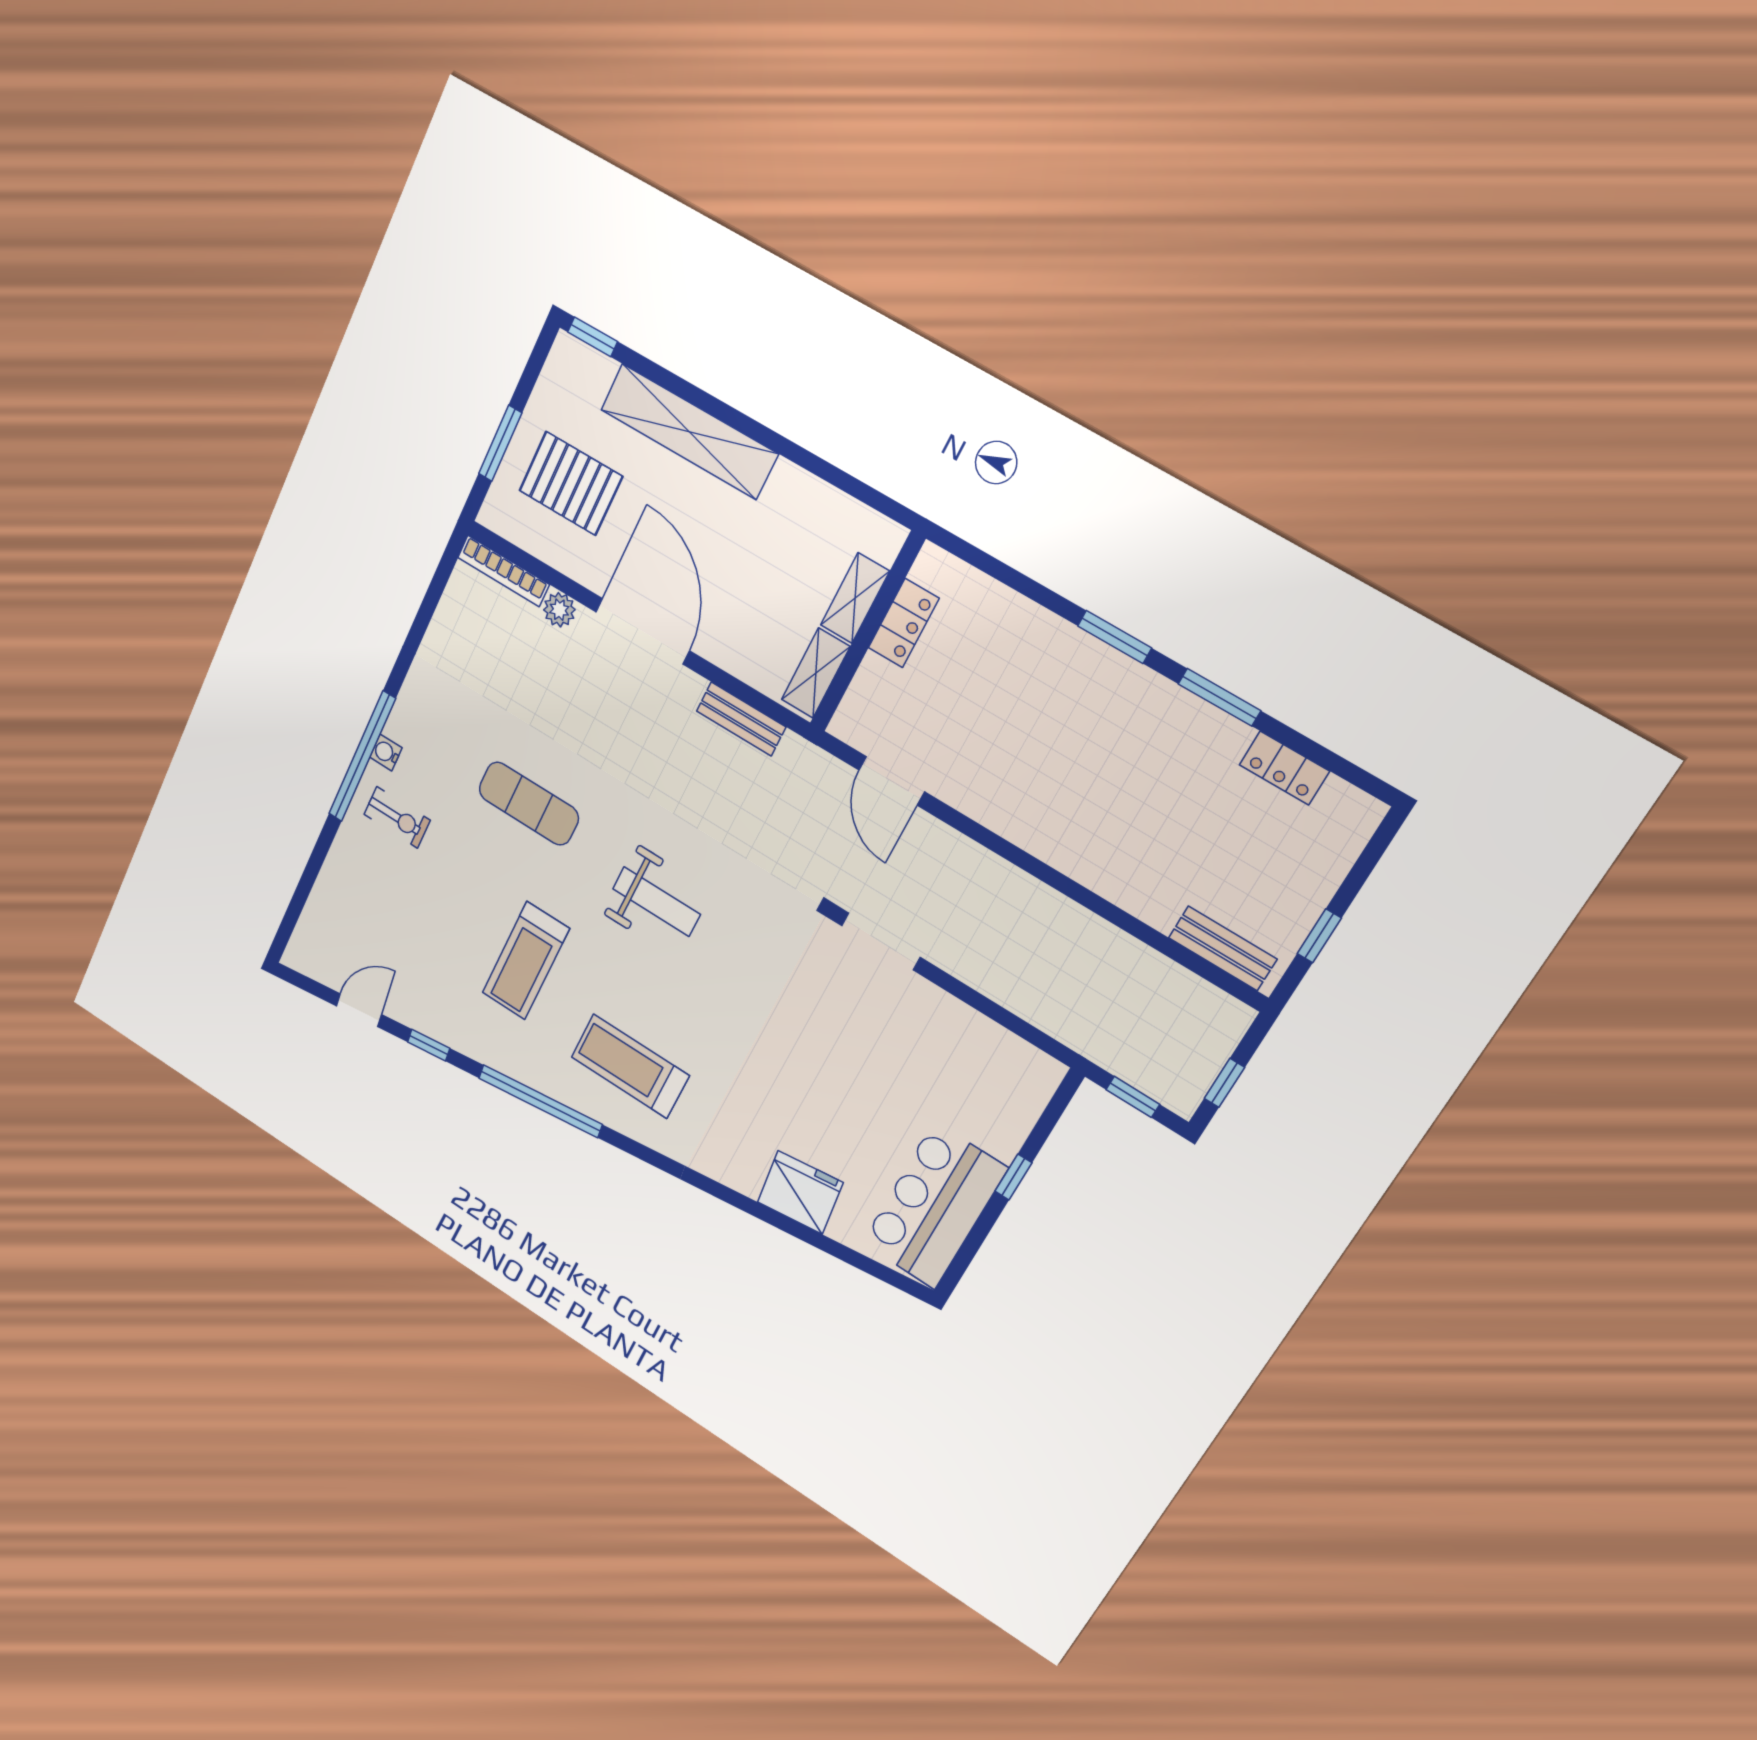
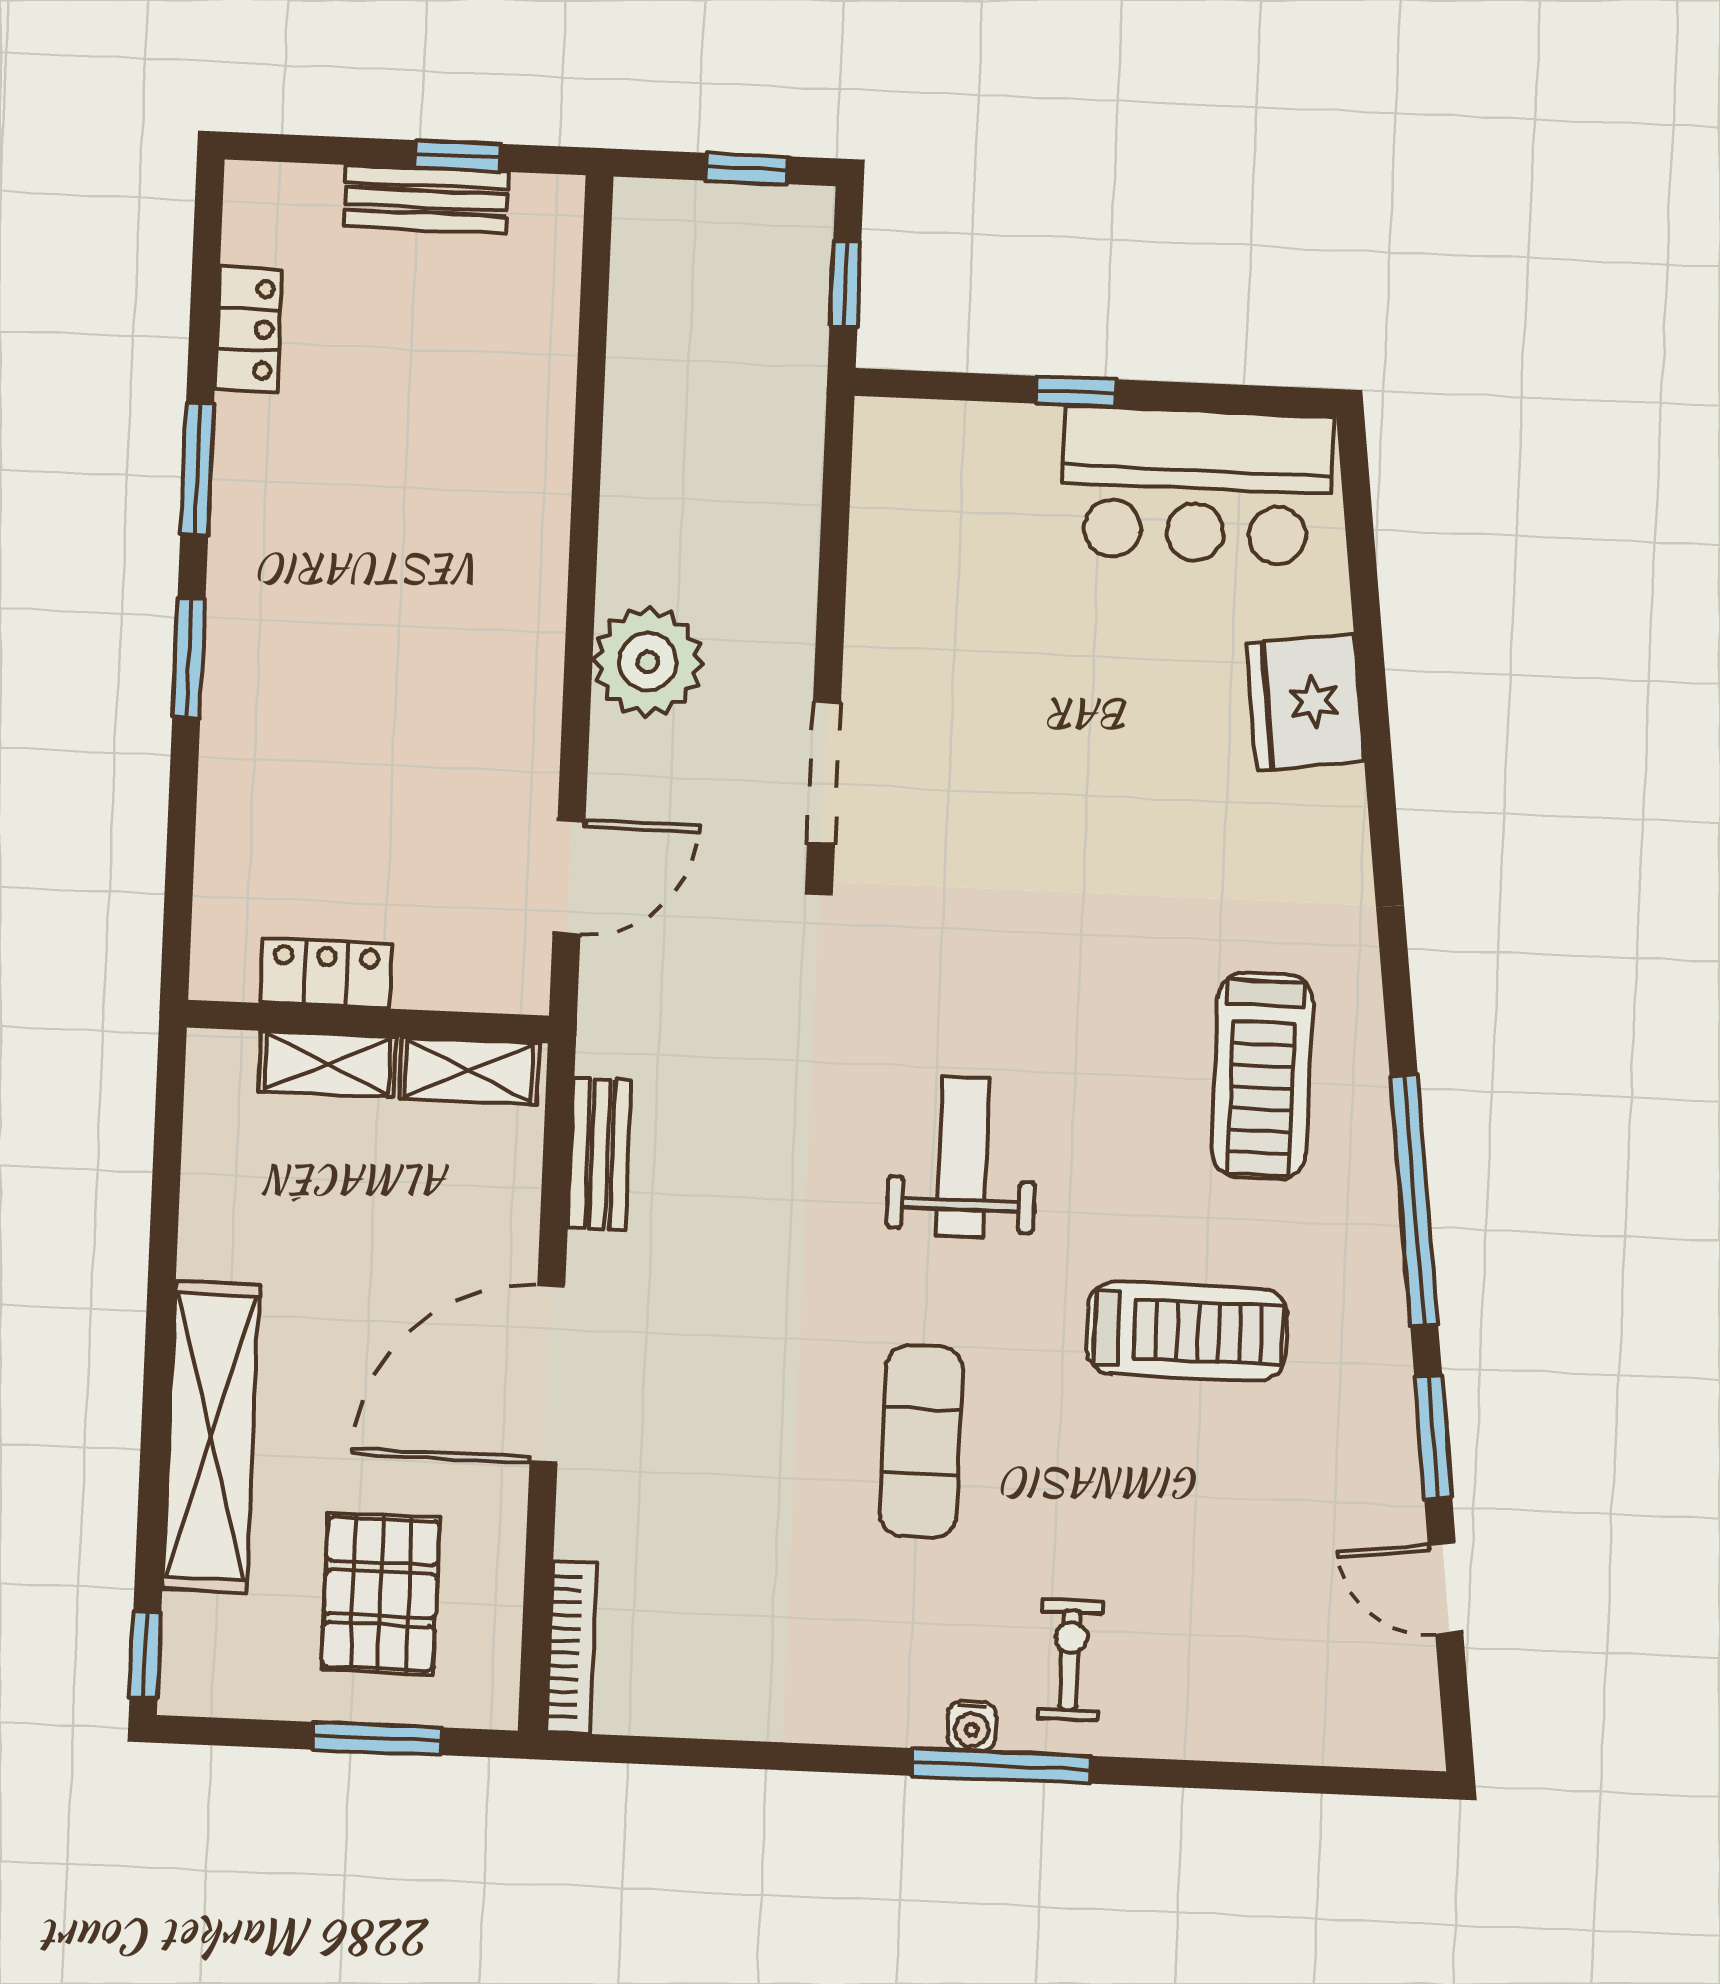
plant: (559, 610) -> (648, 662), moved, width x1.87, depth x1.87
window: (362, 757) -> (1002, 1766), width x0.68
bench: (1223, 948) -> (426, 199), moved, turned 90
window: (429, 1045) -> (1433, 1437), width x1.50

